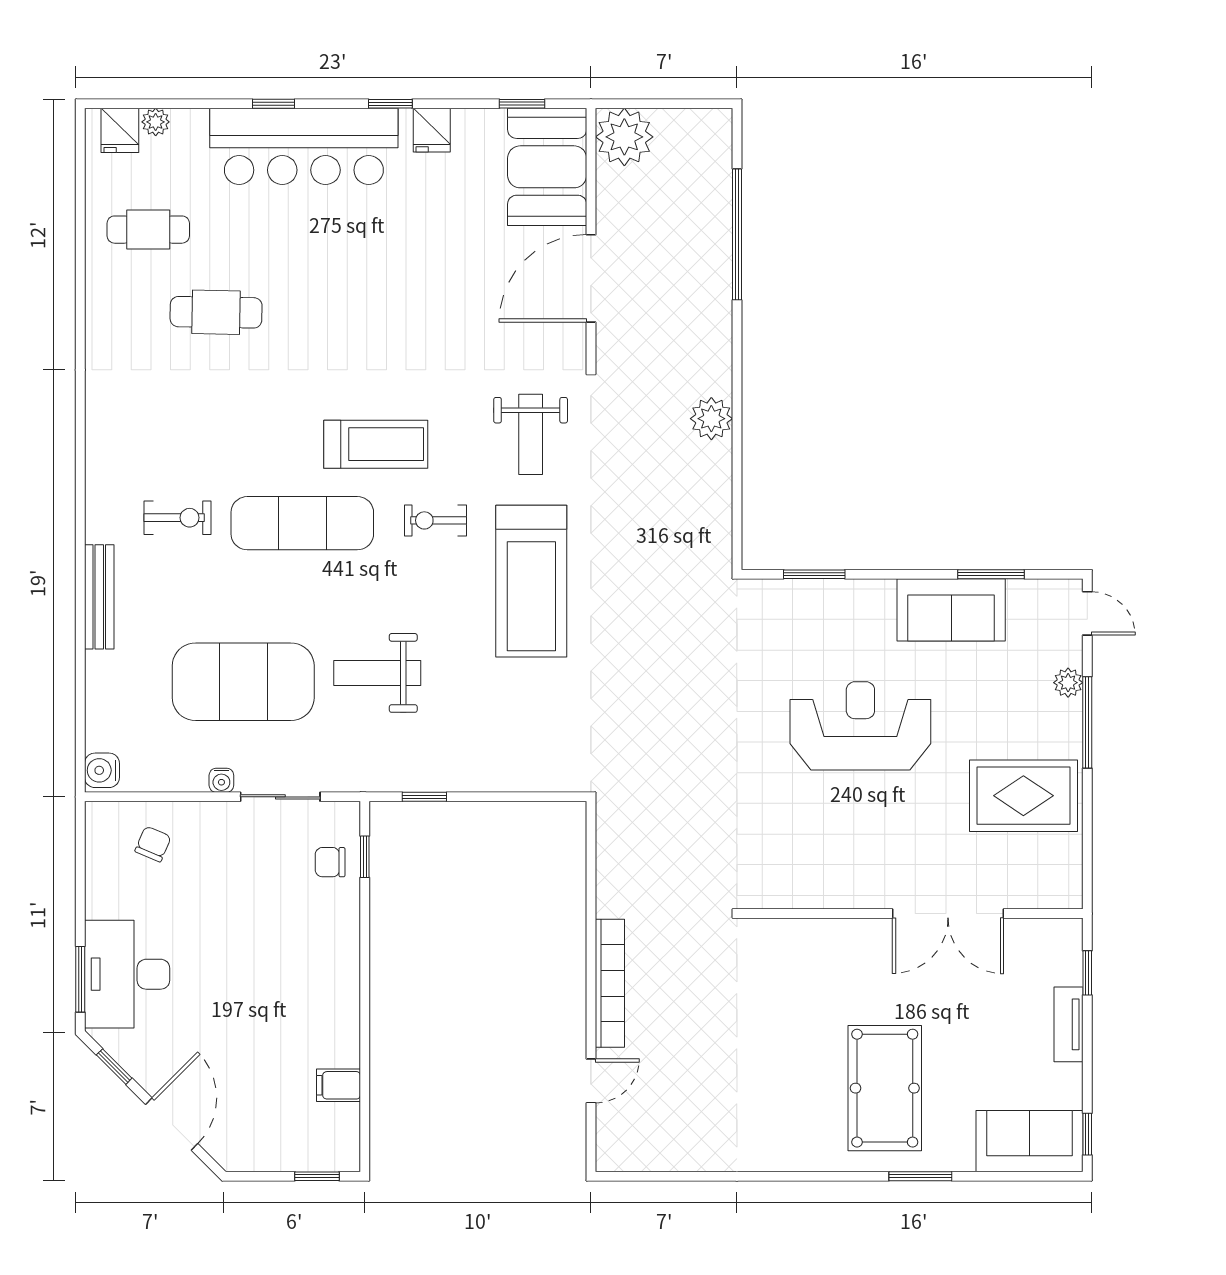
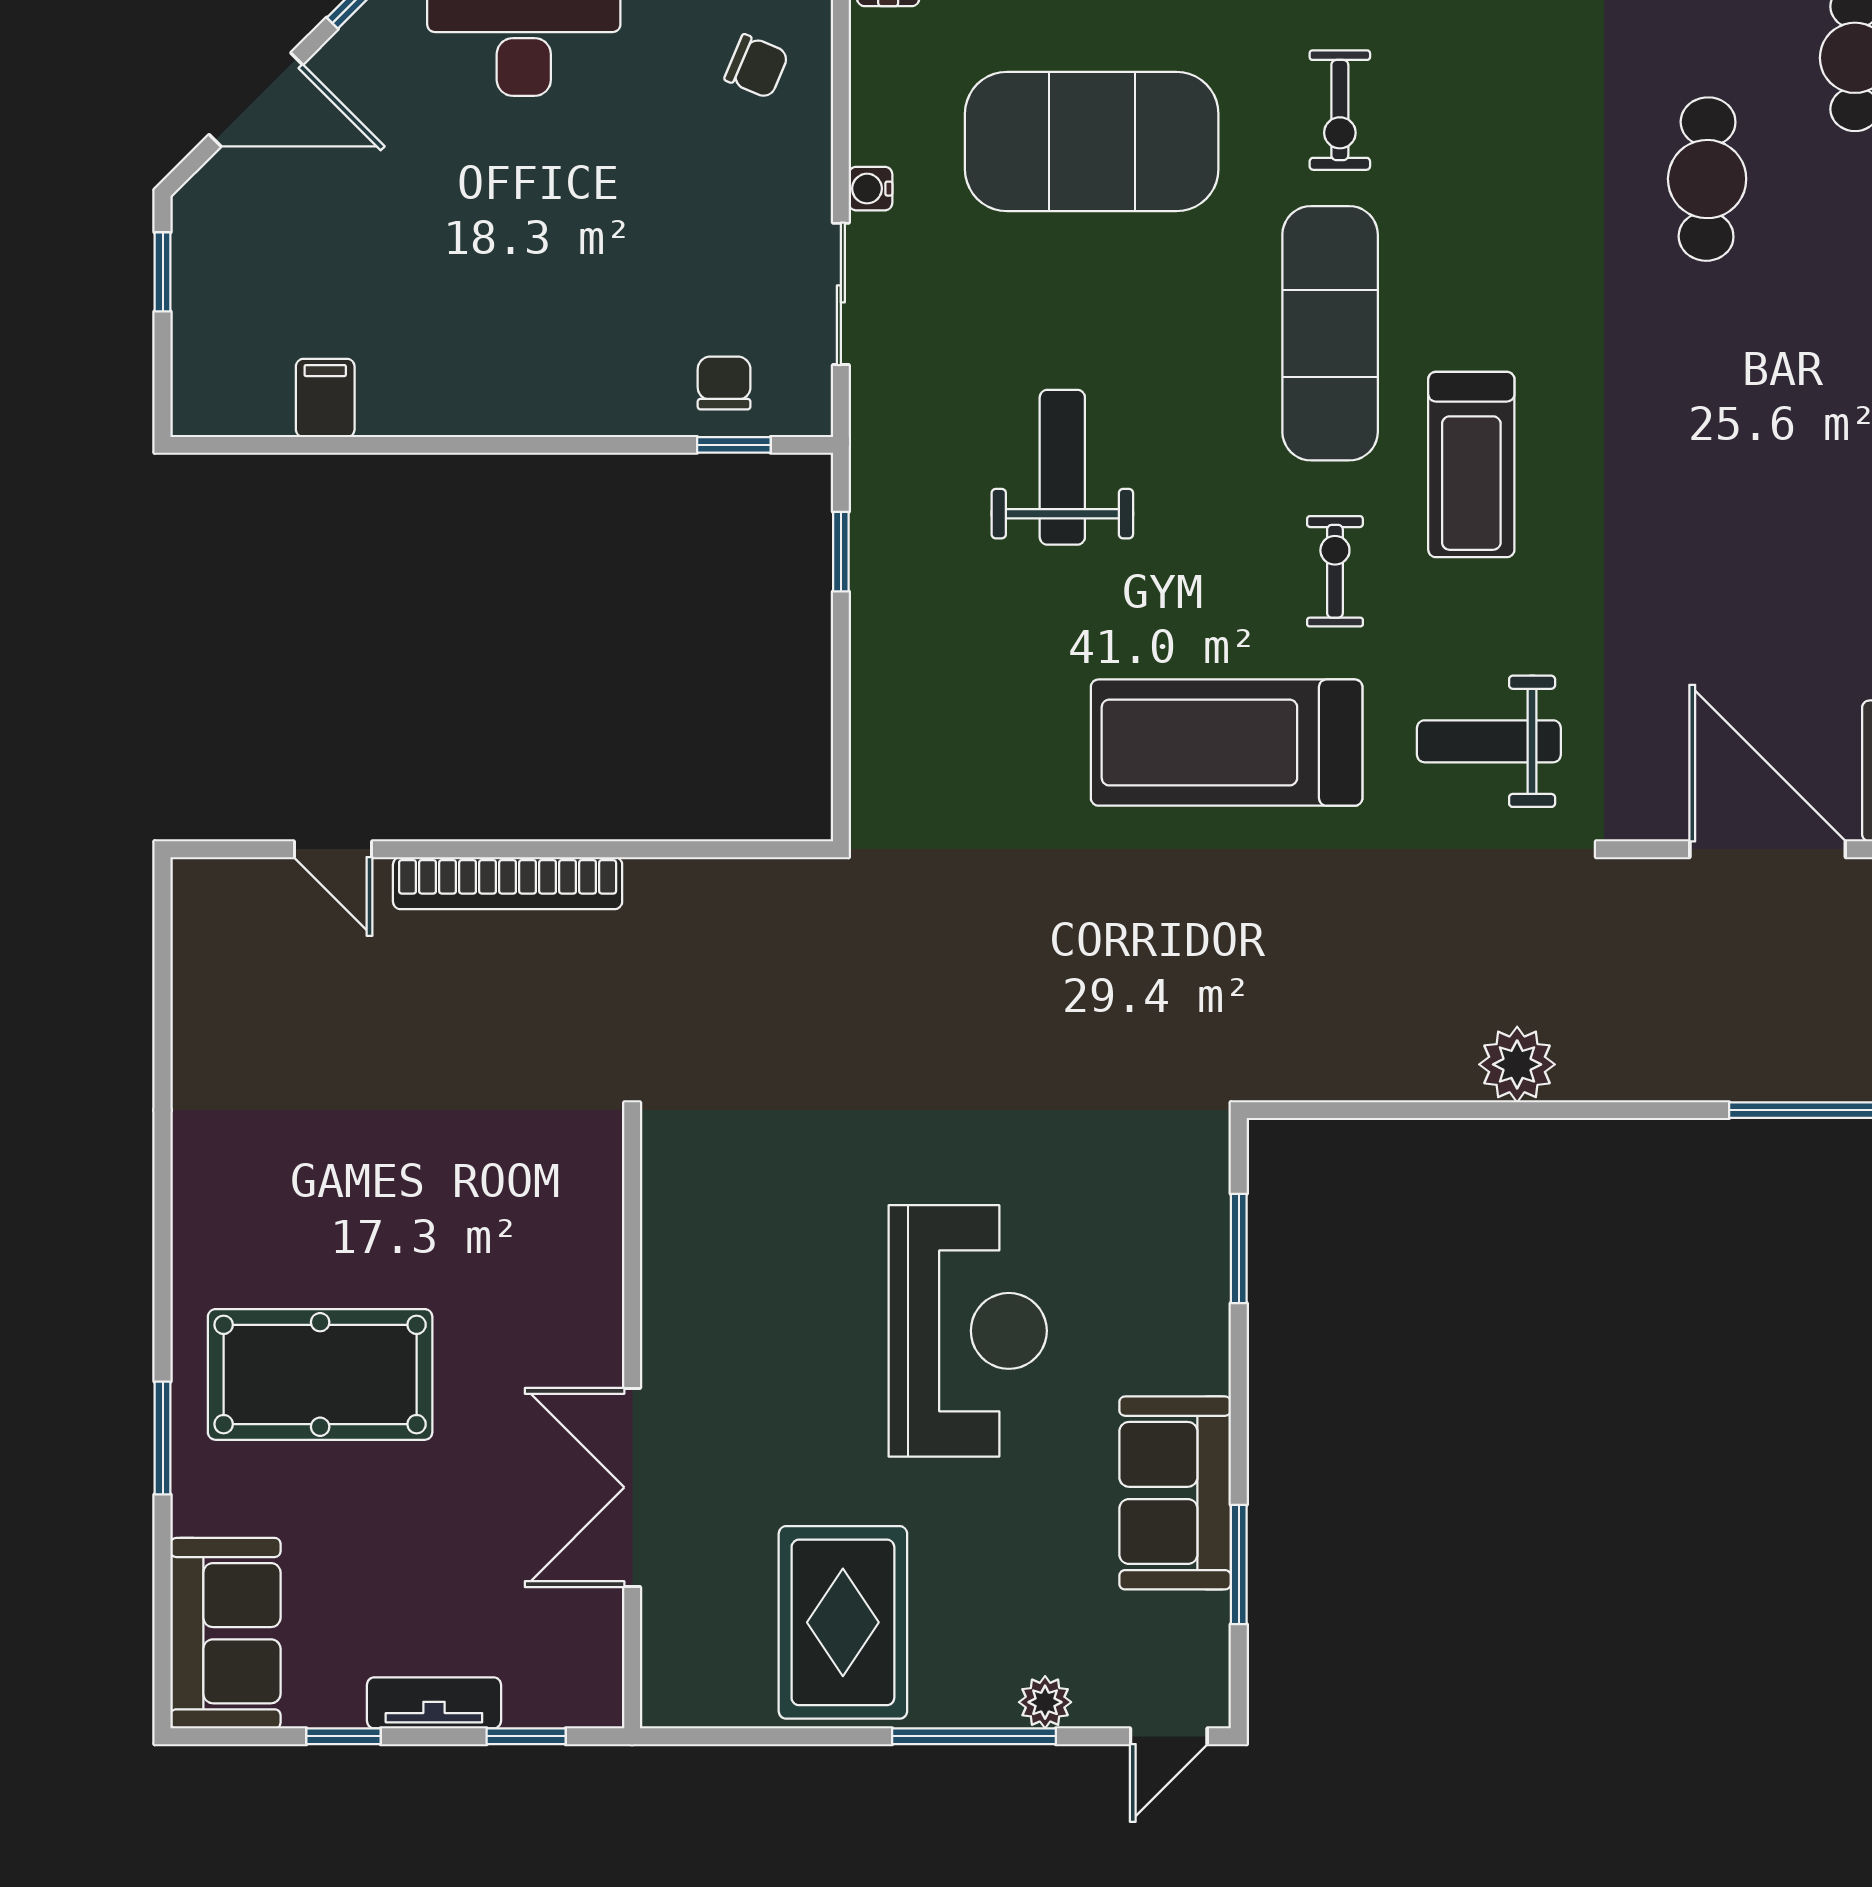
exercise mat: (243, 682) -> (1092, 142), moved, turned 90
window: (1087, 1134) -> (344, 1736), moved
window: (317, 1176) -> (163, 272), moved

